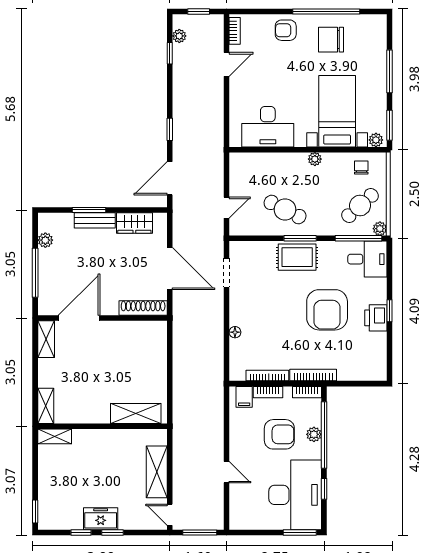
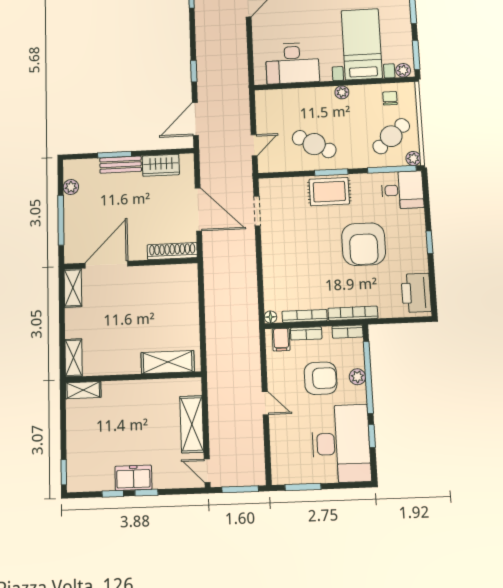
printer: (376, 318) -> (416, 293), moved, width x1.37, depth x1.19
floor lamp: (235, 332) -> (270, 317), moved
door: (227, 472) -> (265, 403), moved
window: (300, 533) -> (303, 487), moved

